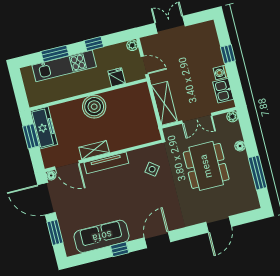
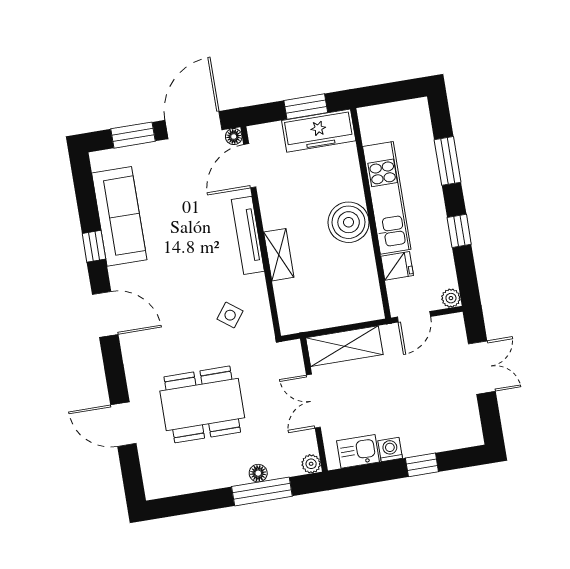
kitchen unit: (64, 66) -> (387, 198), moved, turned 180
shelving: (94, 150) -> (279, 255), moved
dining table: (206, 166) -> (202, 404), moved
window: (258, 173) -> (262, 491), moved

